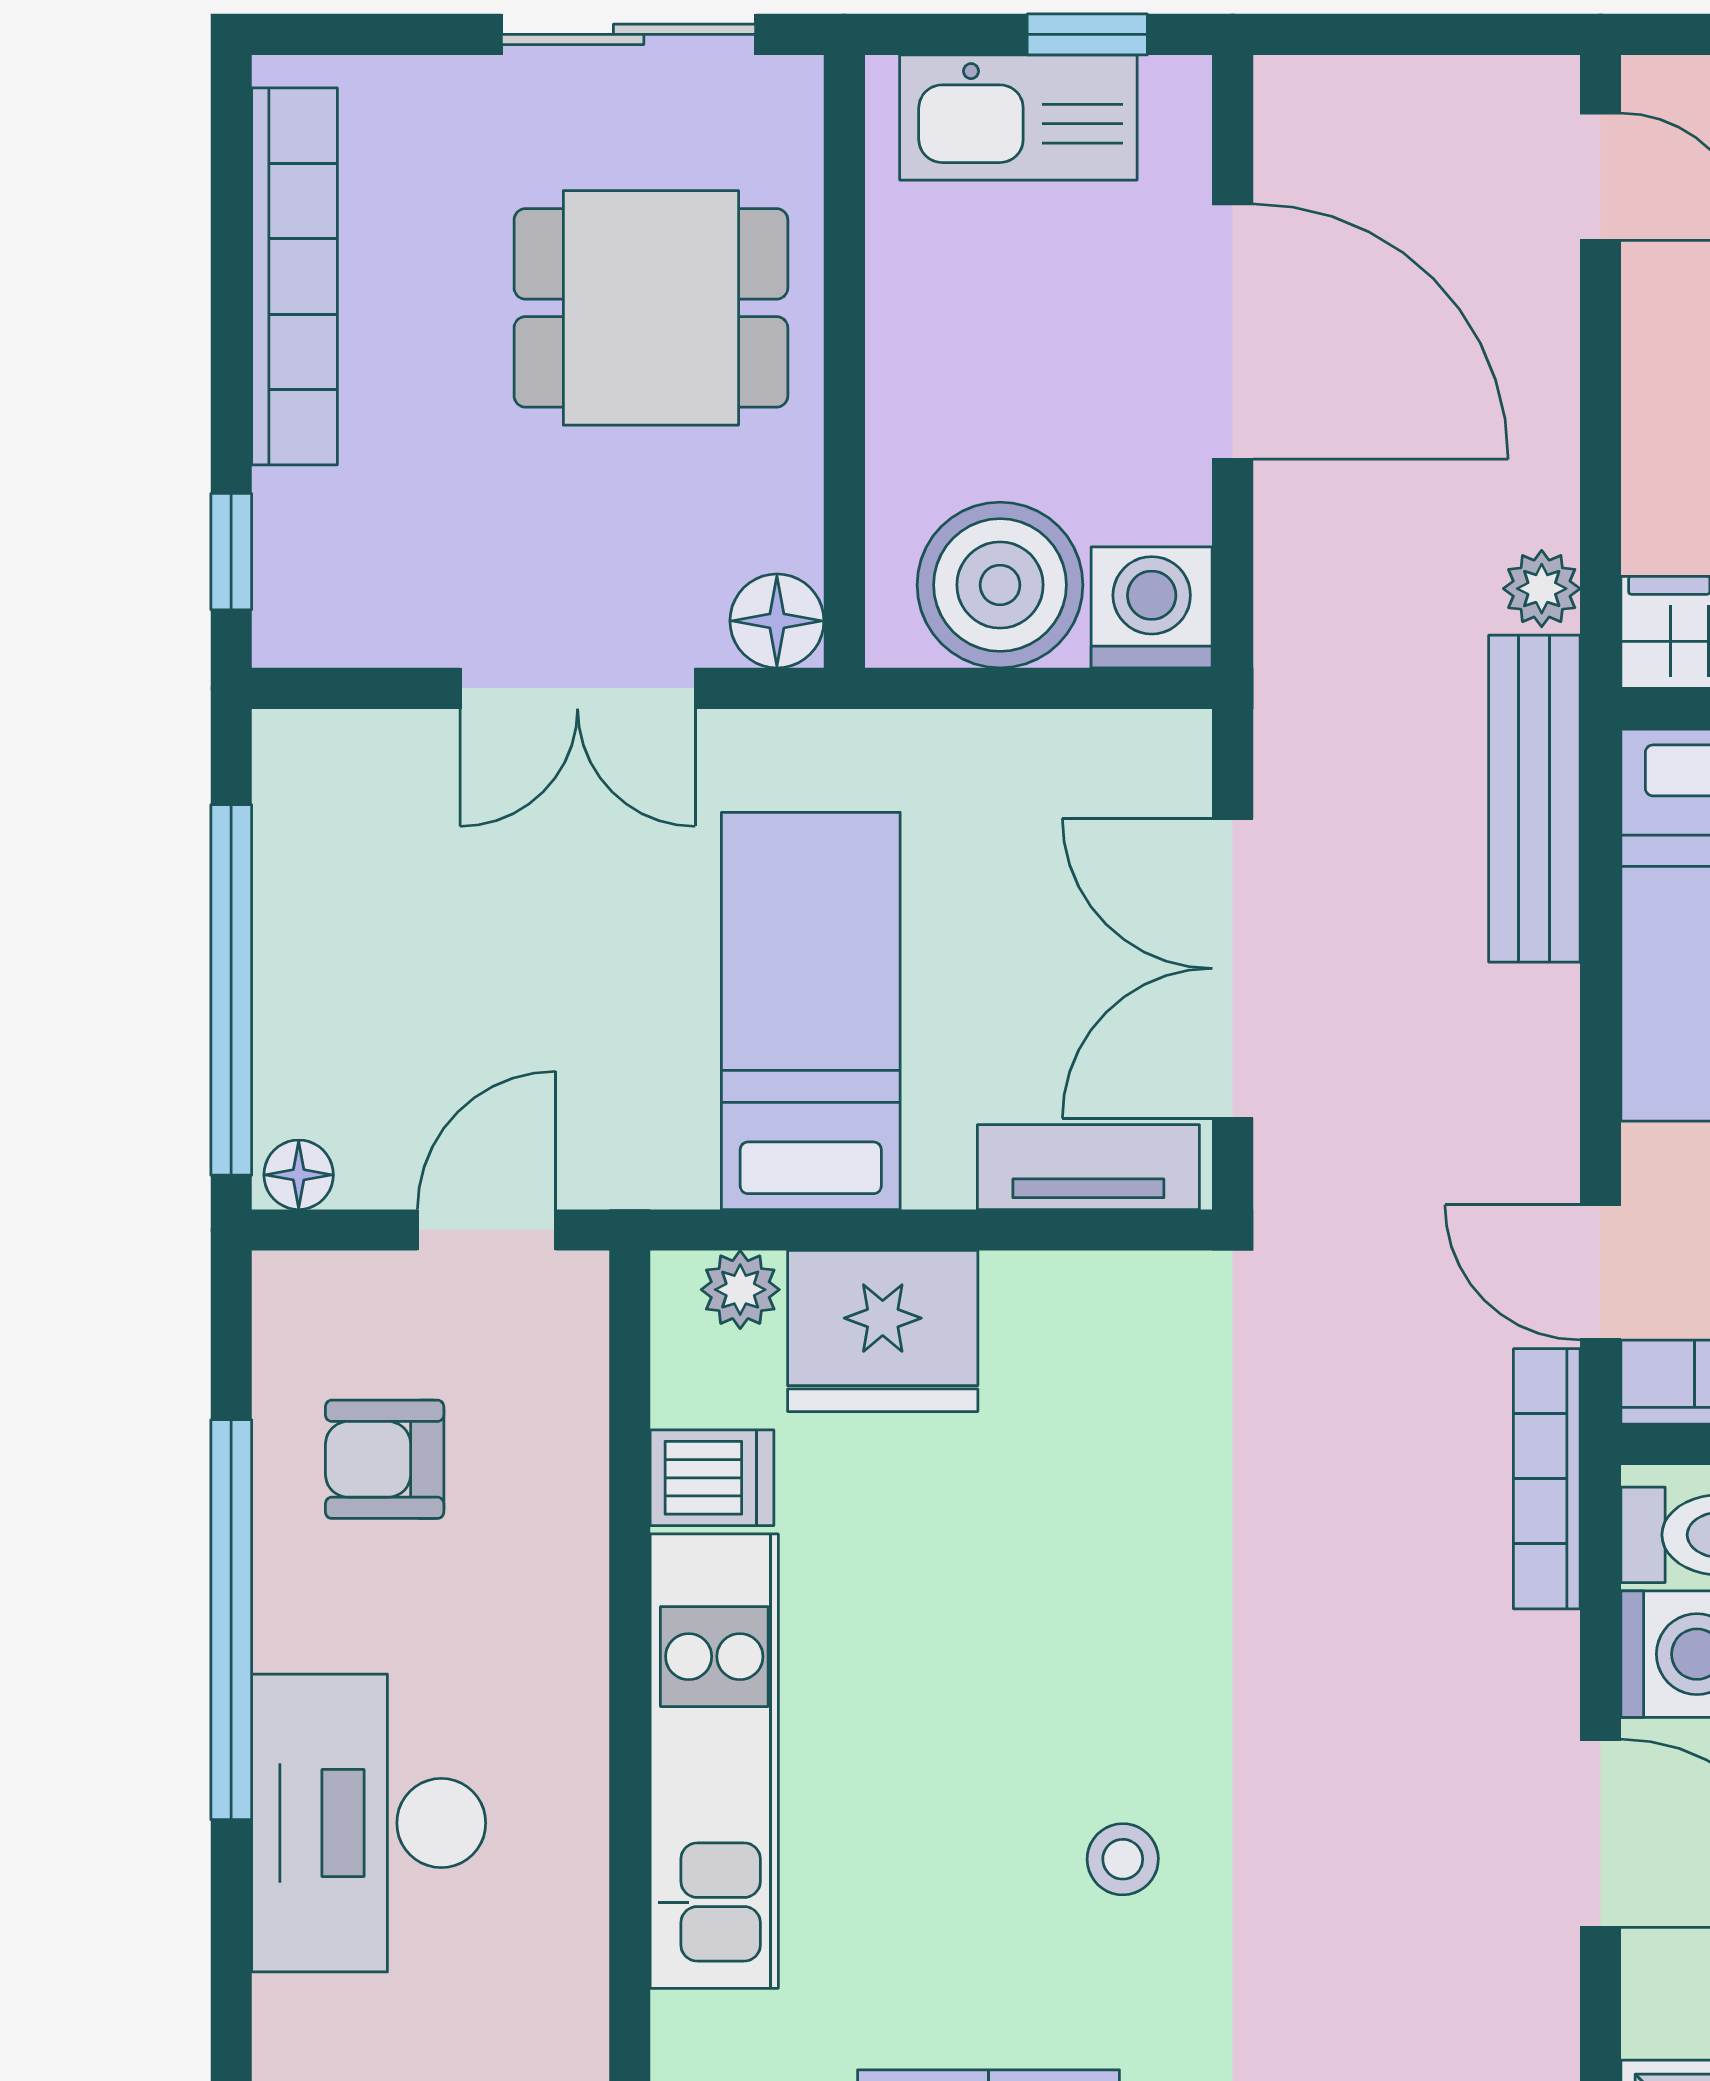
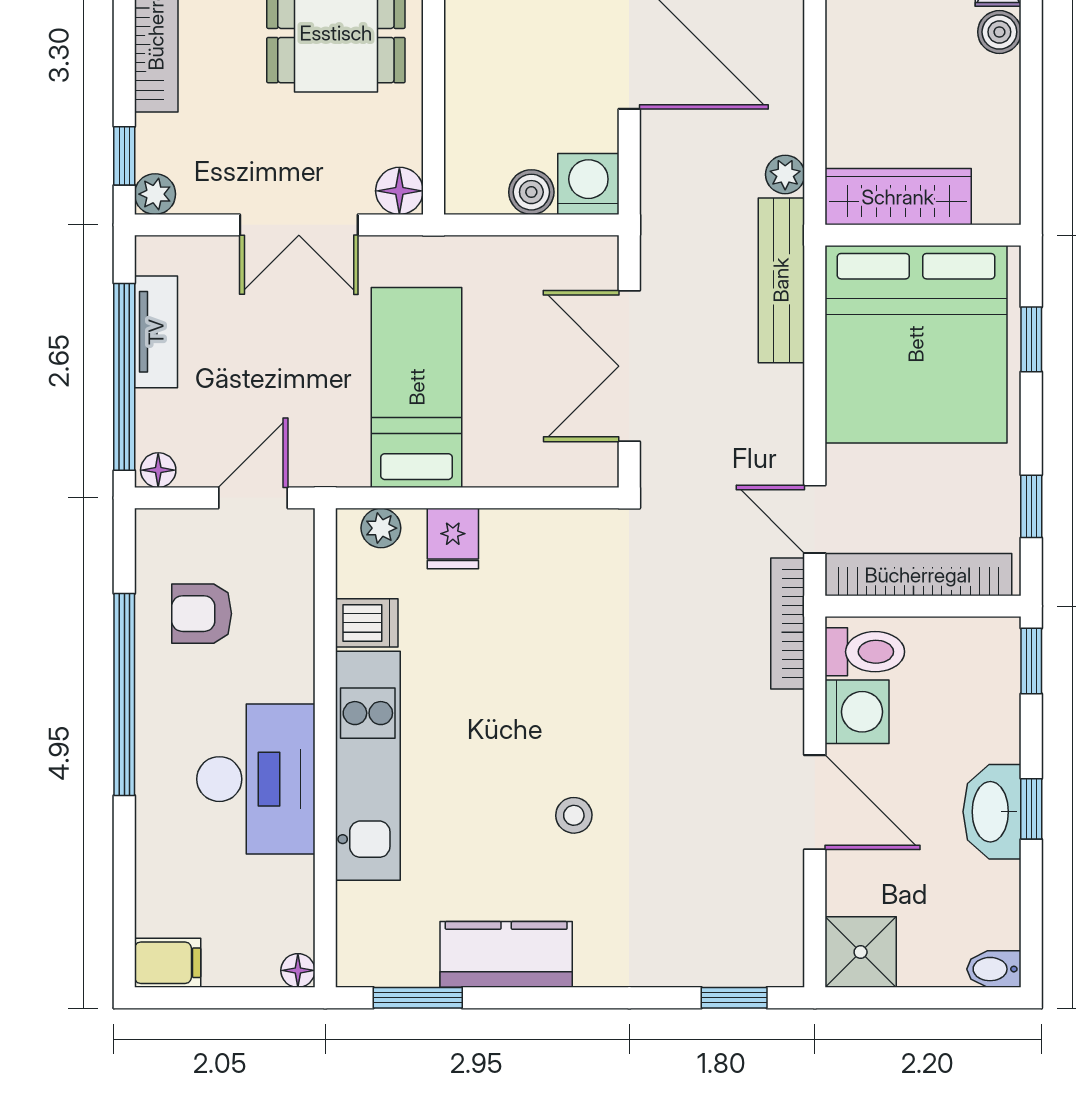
boiler: (1000, 585) -> (531, 192), width x0.54, depth x0.54
plant: (292, 627) -> (155, 194), added
tv unit: (1088, 1167) -> (156, 332), moved, turned 90
fridge: (883, 1331) -> (453, 539), width x0.53, depth x0.75
desk: (369, 1823) -> (256, 779), moved, turned 180

